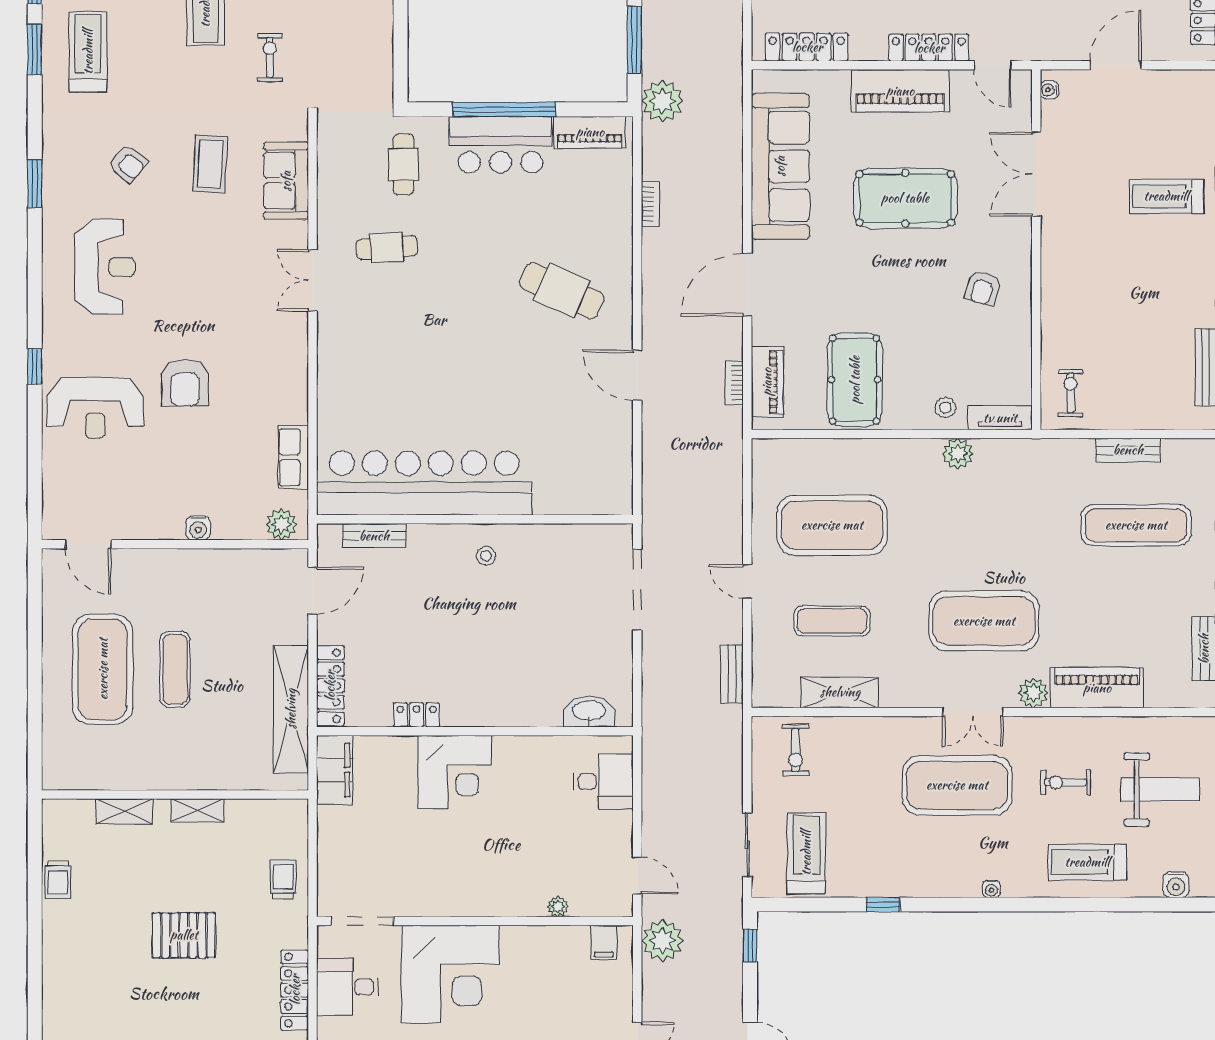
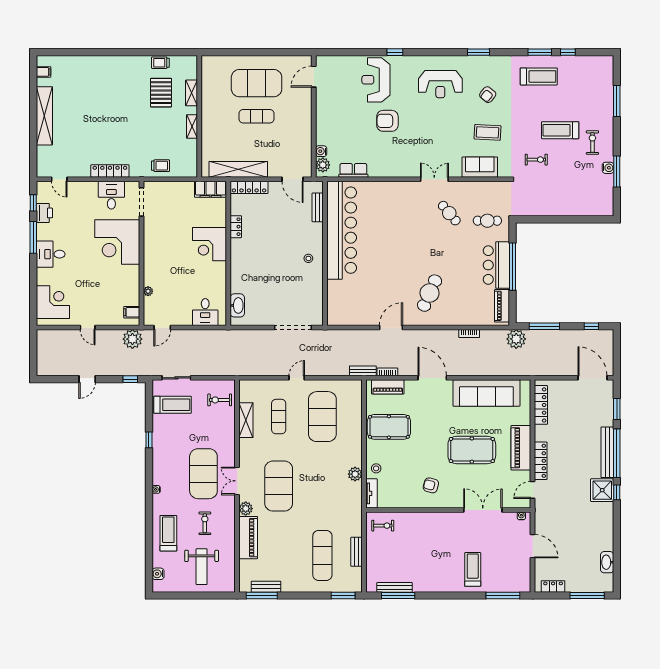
pool table: (905, 198) -> (472, 450), turned 90
cafe table: (387, 248) -> (449, 213), turned -36
water cooler: (198, 528) -> (321, 151), moved
bench: (732, 674) -> (363, 371), moved
pallet: (184, 935) -> (161, 93), moved

